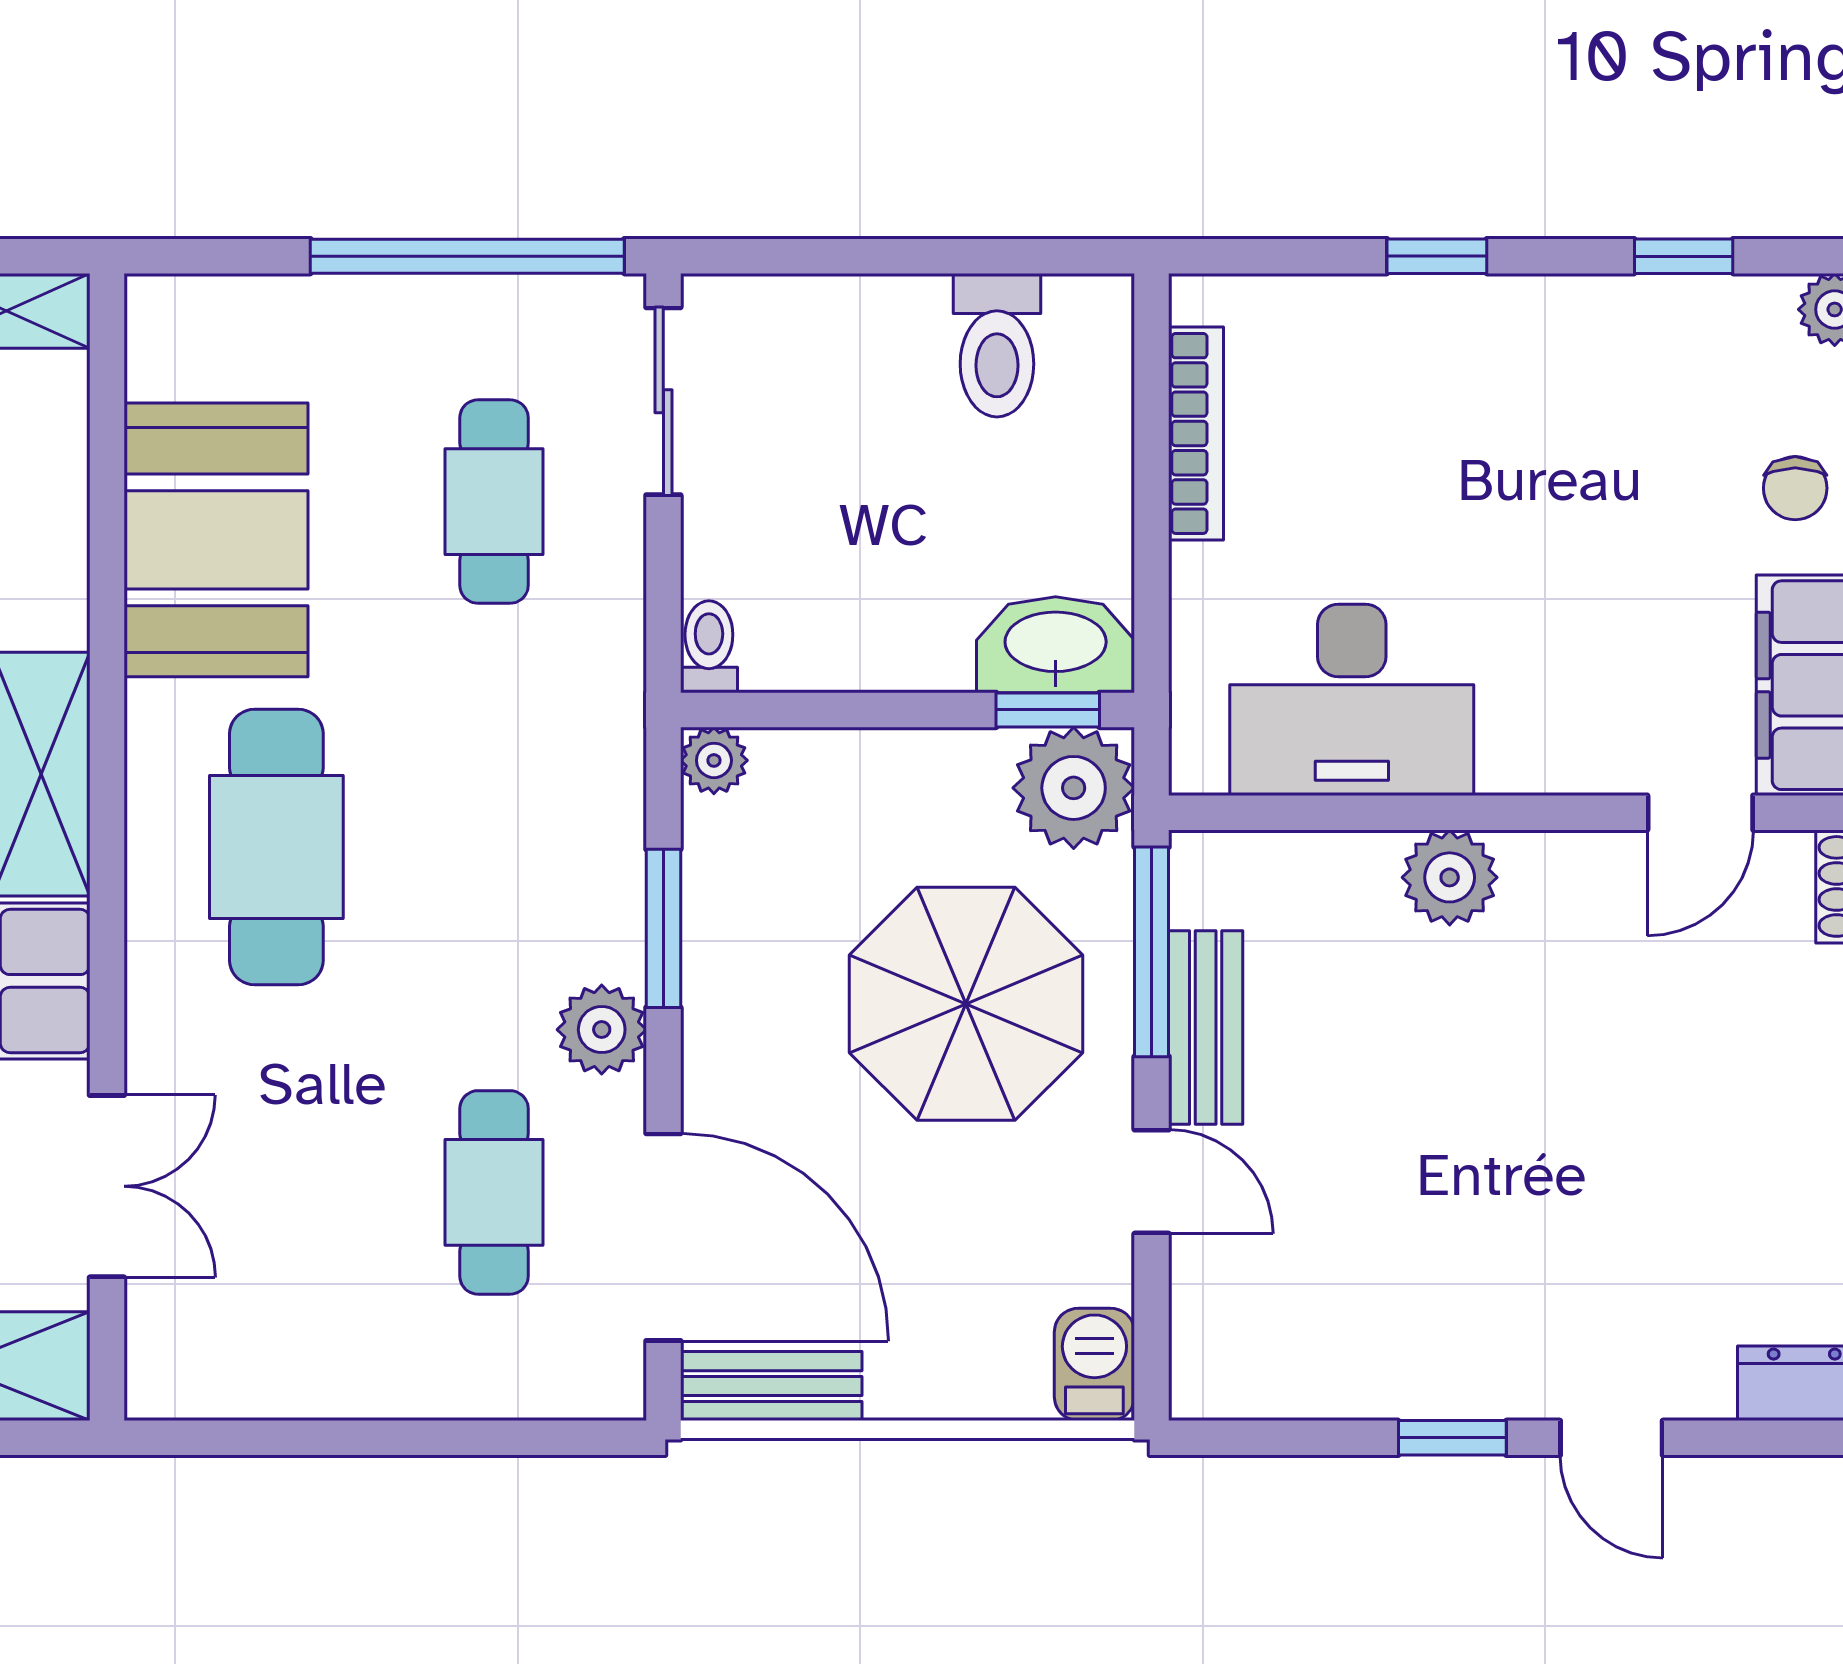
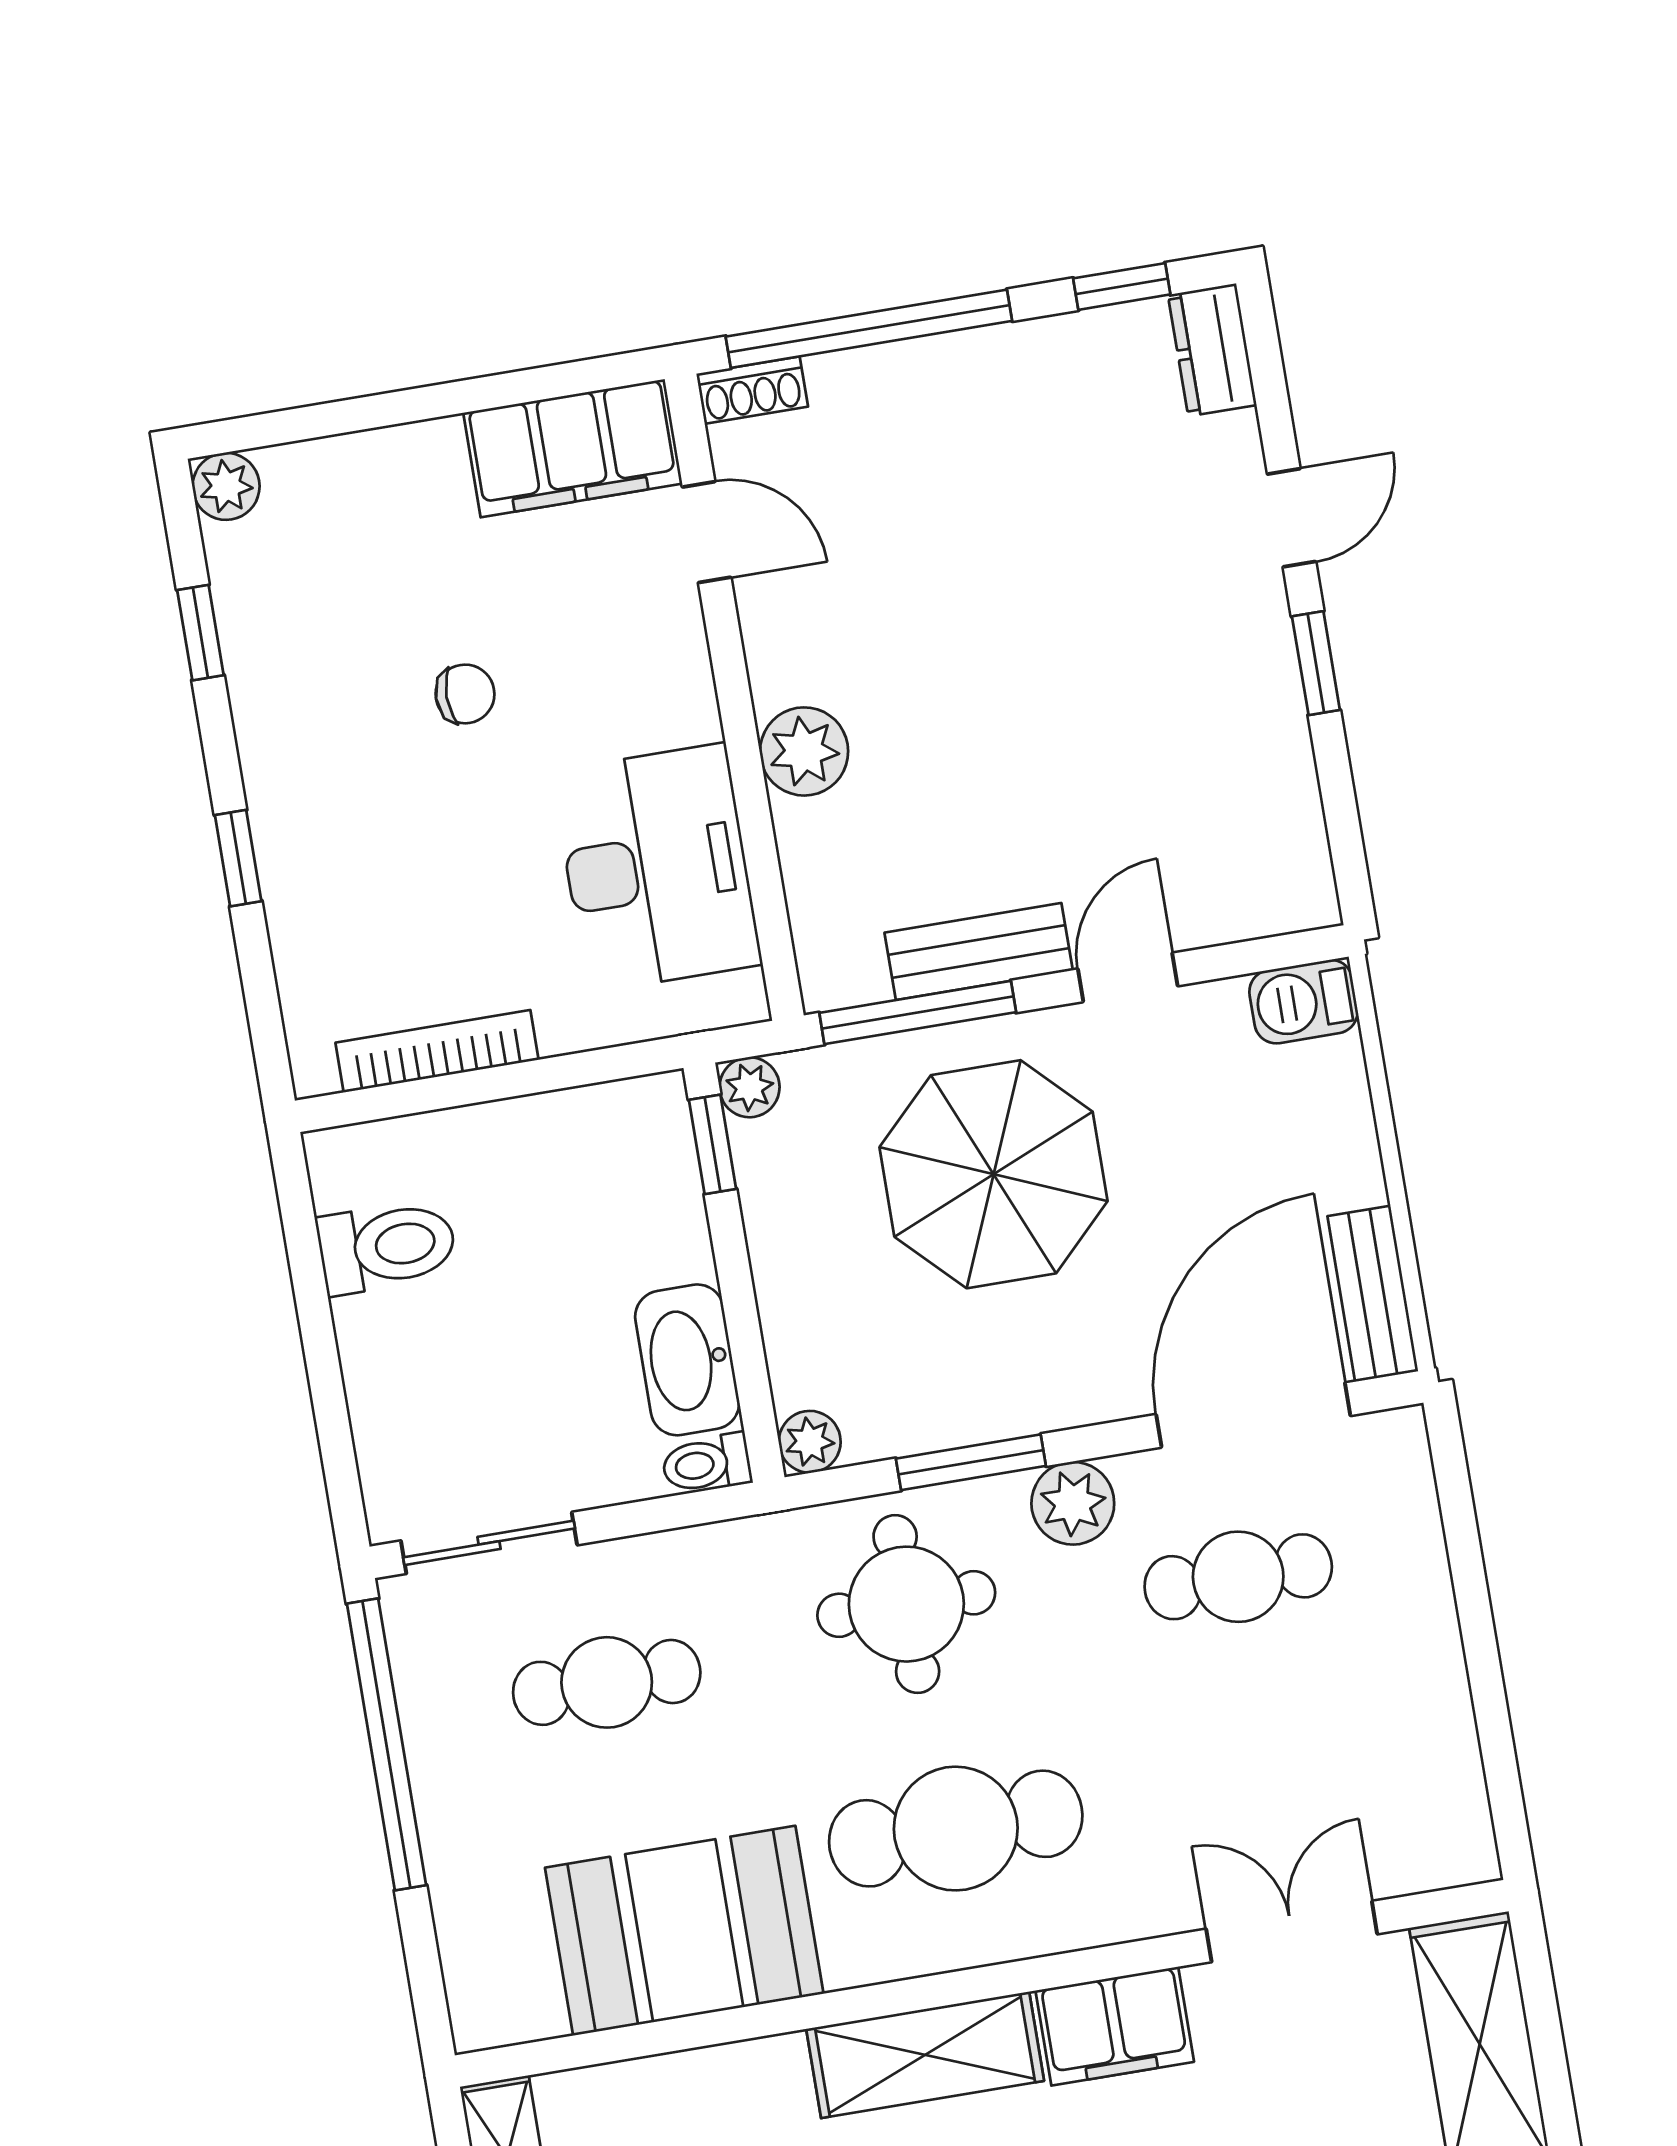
chair: (1795, 488) -> (465, 694), moved
washbasin: (1056, 645) -> (687, 1360), moved
plant: (1074, 788) -> (750, 1087), width x0.53, depth x0.53
round table: (524, 834) -> (906, 1604), added

